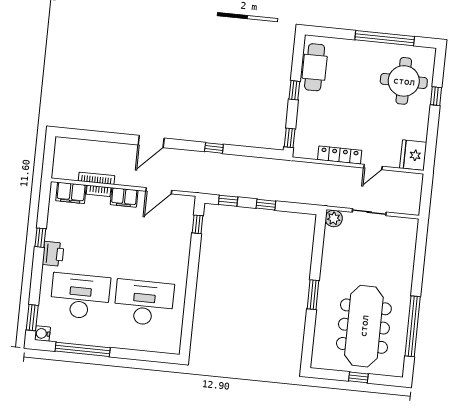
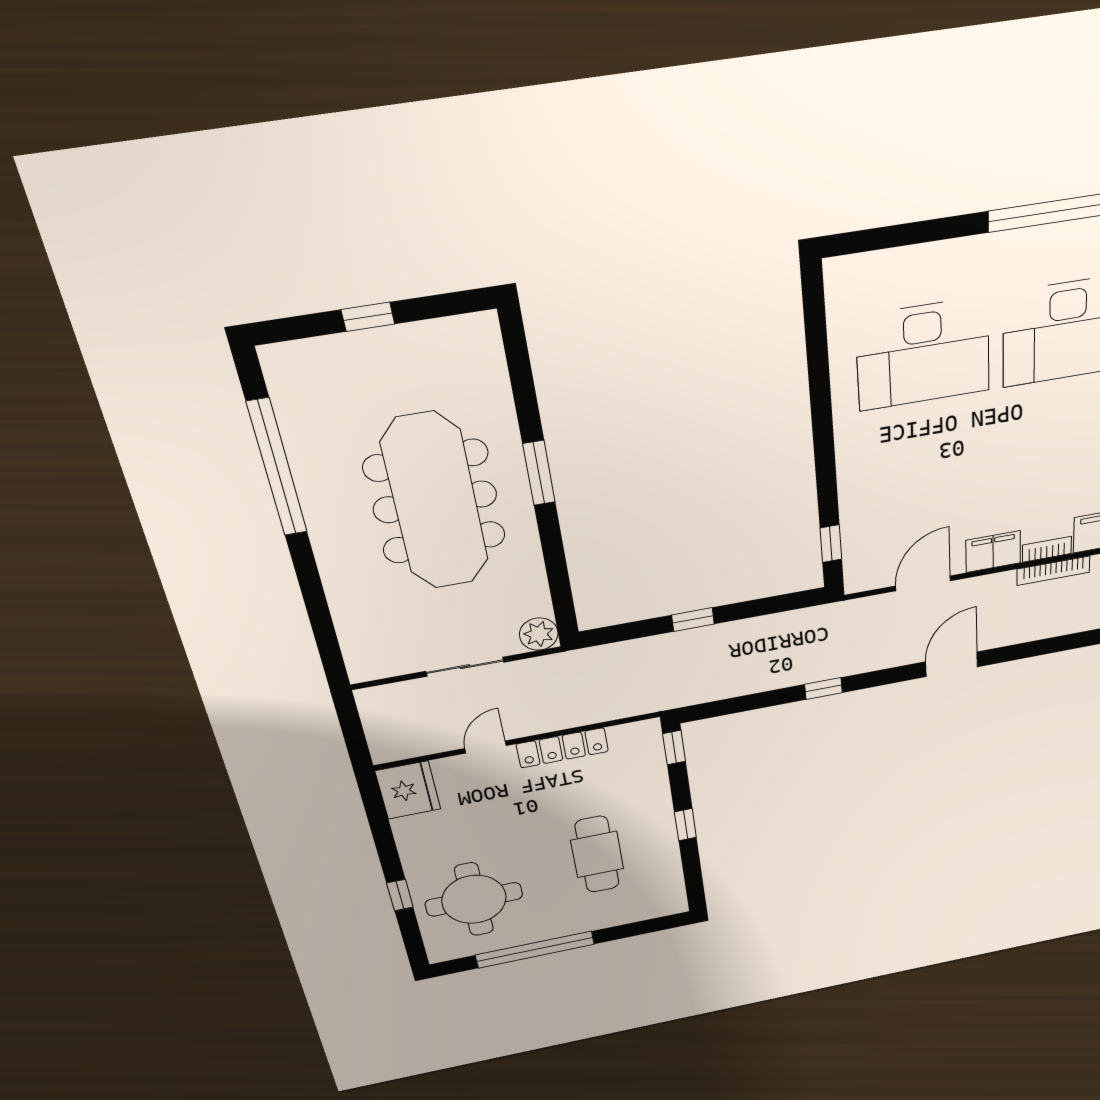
cafe table: (315, 67) -> (597, 854), moved
window: (228, 201) -> (775, 605), removed
meeting table: (364, 326) -> (435, 502), moved

